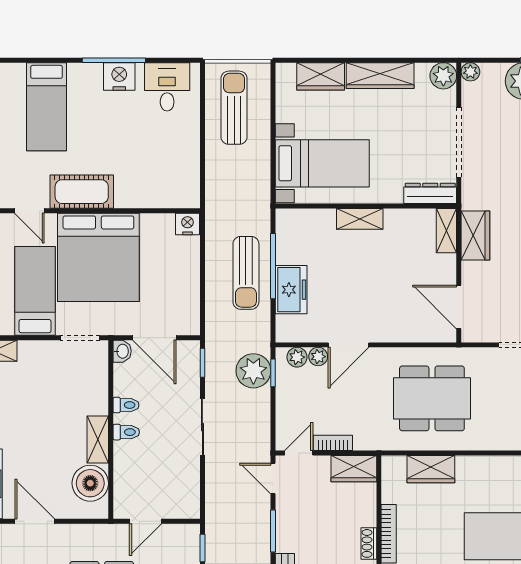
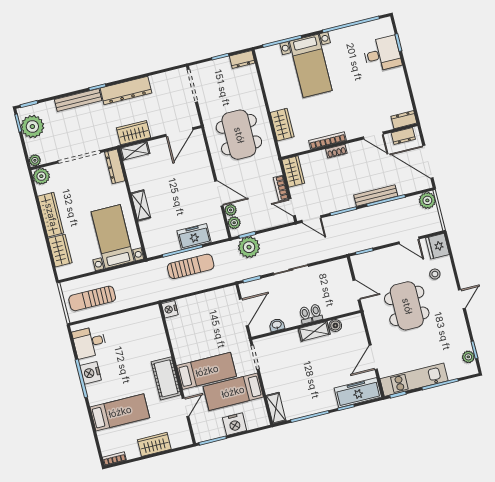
bed: (98, 257) -> (207, 371), width x0.49
washbasin: (122, 351) -> (277, 325), moved
toilet: (126, 405) -> (316, 313), moved
door: (273, 479) -> (311, 219), hinge flipped
boiler: (90, 483) -> (335, 325), width x0.54, depth x0.54

